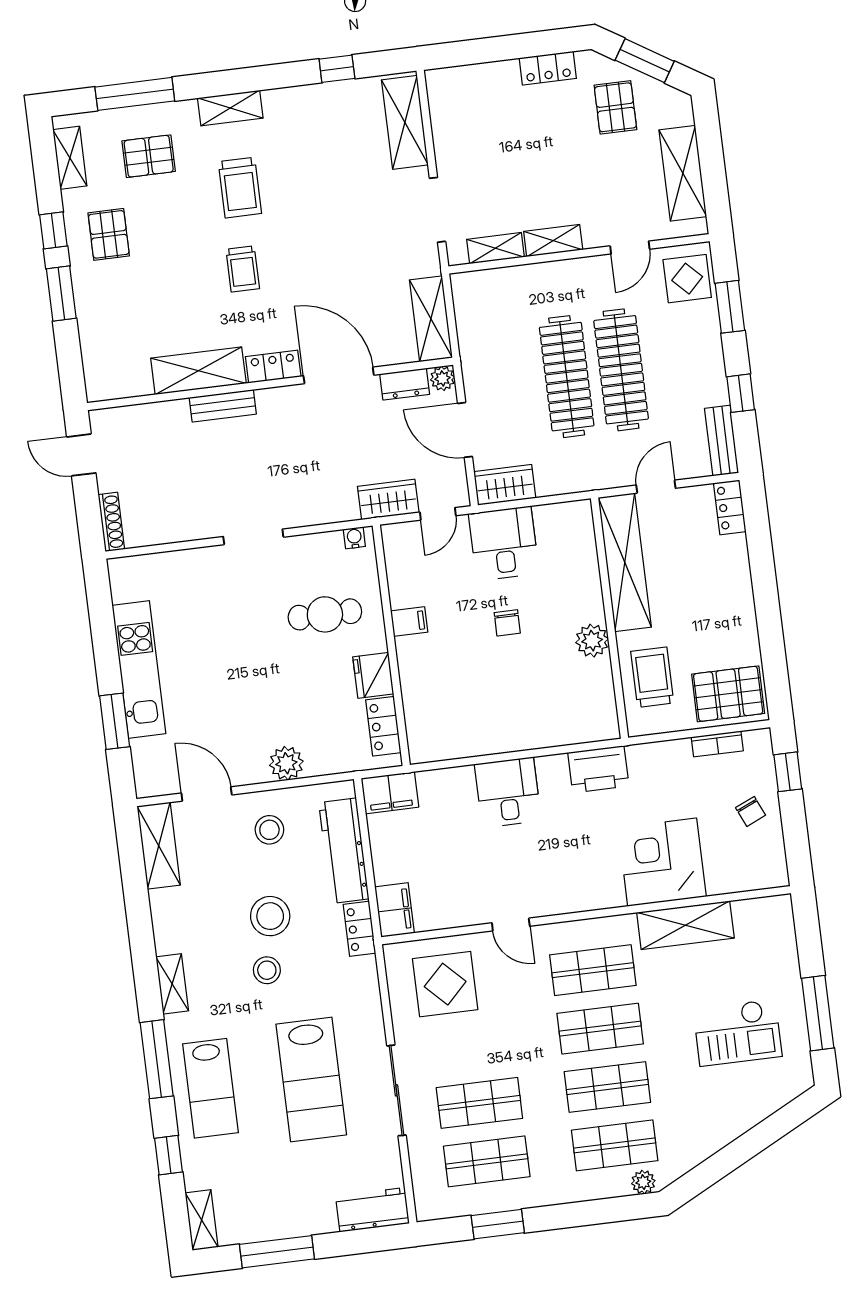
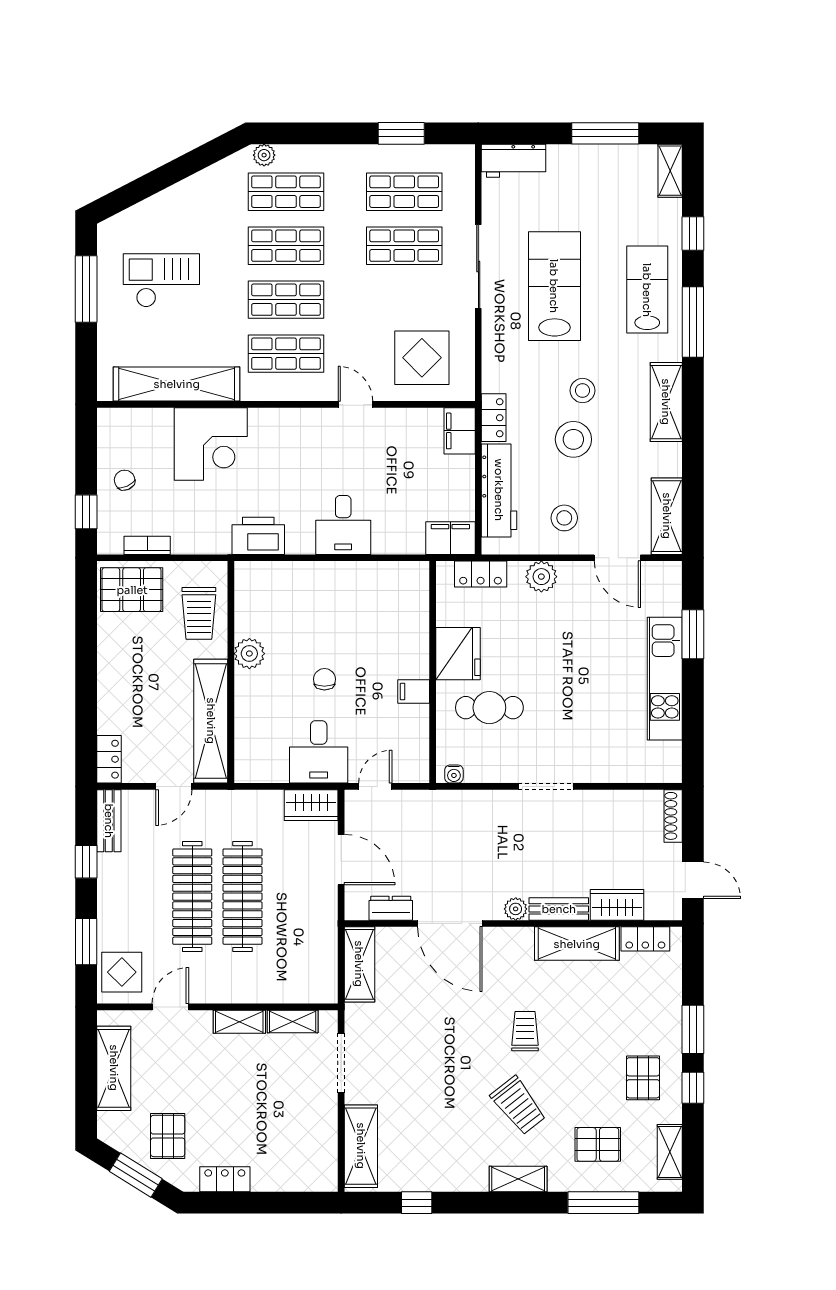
trolley: (240, 188) -> (518, 1106), turned 142
locker: (273, 367) -> (645, 939), moved
plant: (443, 378) -> (516, 909), moved
wardrobe: (388, 499) -> (617, 905), moved, turned 180
fridge: (373, 675) -> (458, 654), width x1.36, depth x1.34
locker: (383, 726) -> (481, 574), moved, turned 90
shelving: (685, 925) -> (177, 384), width x1.47
shelving: (172, 984) -> (666, 402), width x1.50, depth x1.33

